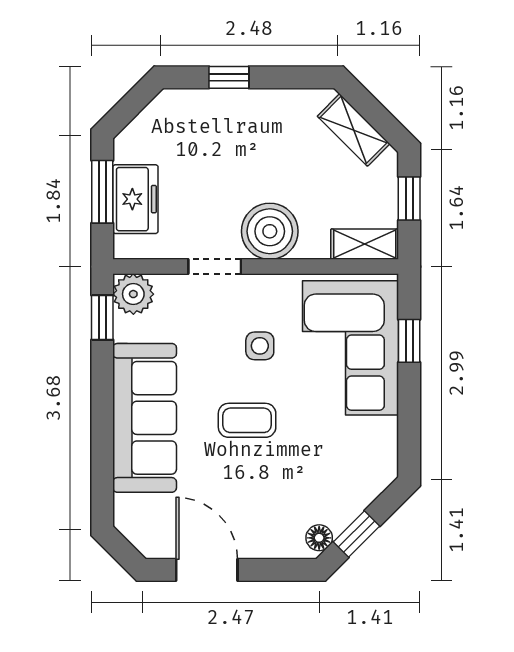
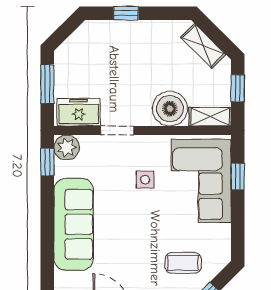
freezer: (135, 199) -> (79, 112), moved, turned -90
boiler: (270, 231) -> (170, 109), moved
coffee table: (247, 420) -> (183, 263), moved

